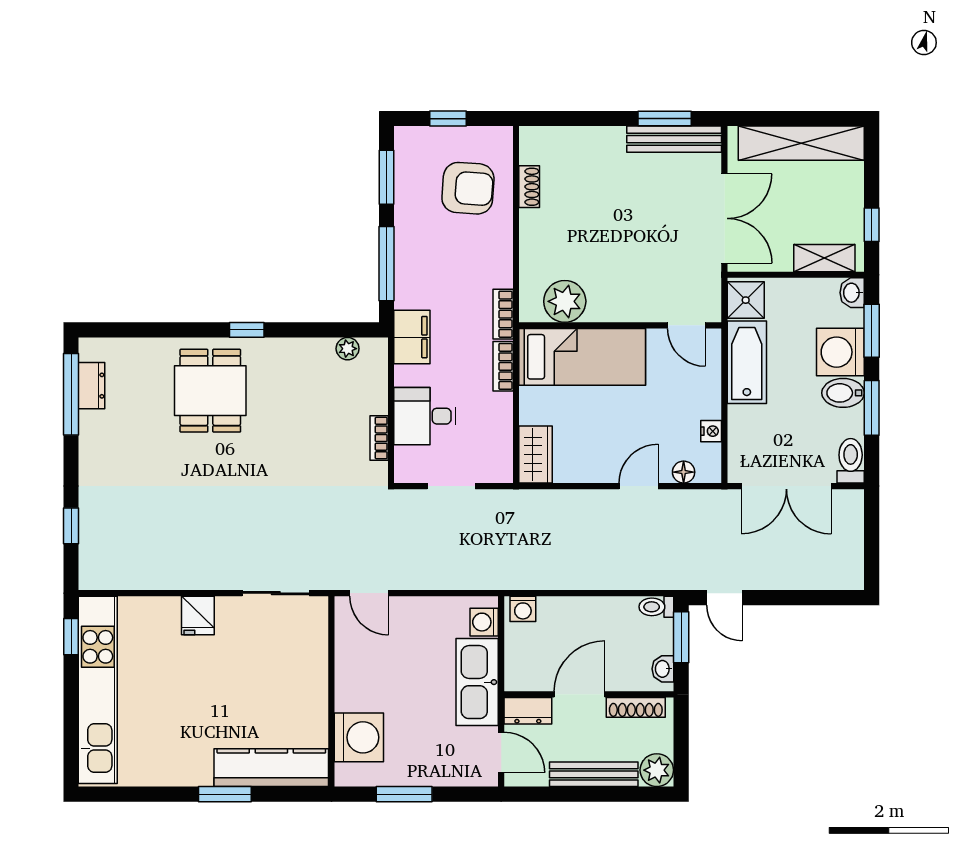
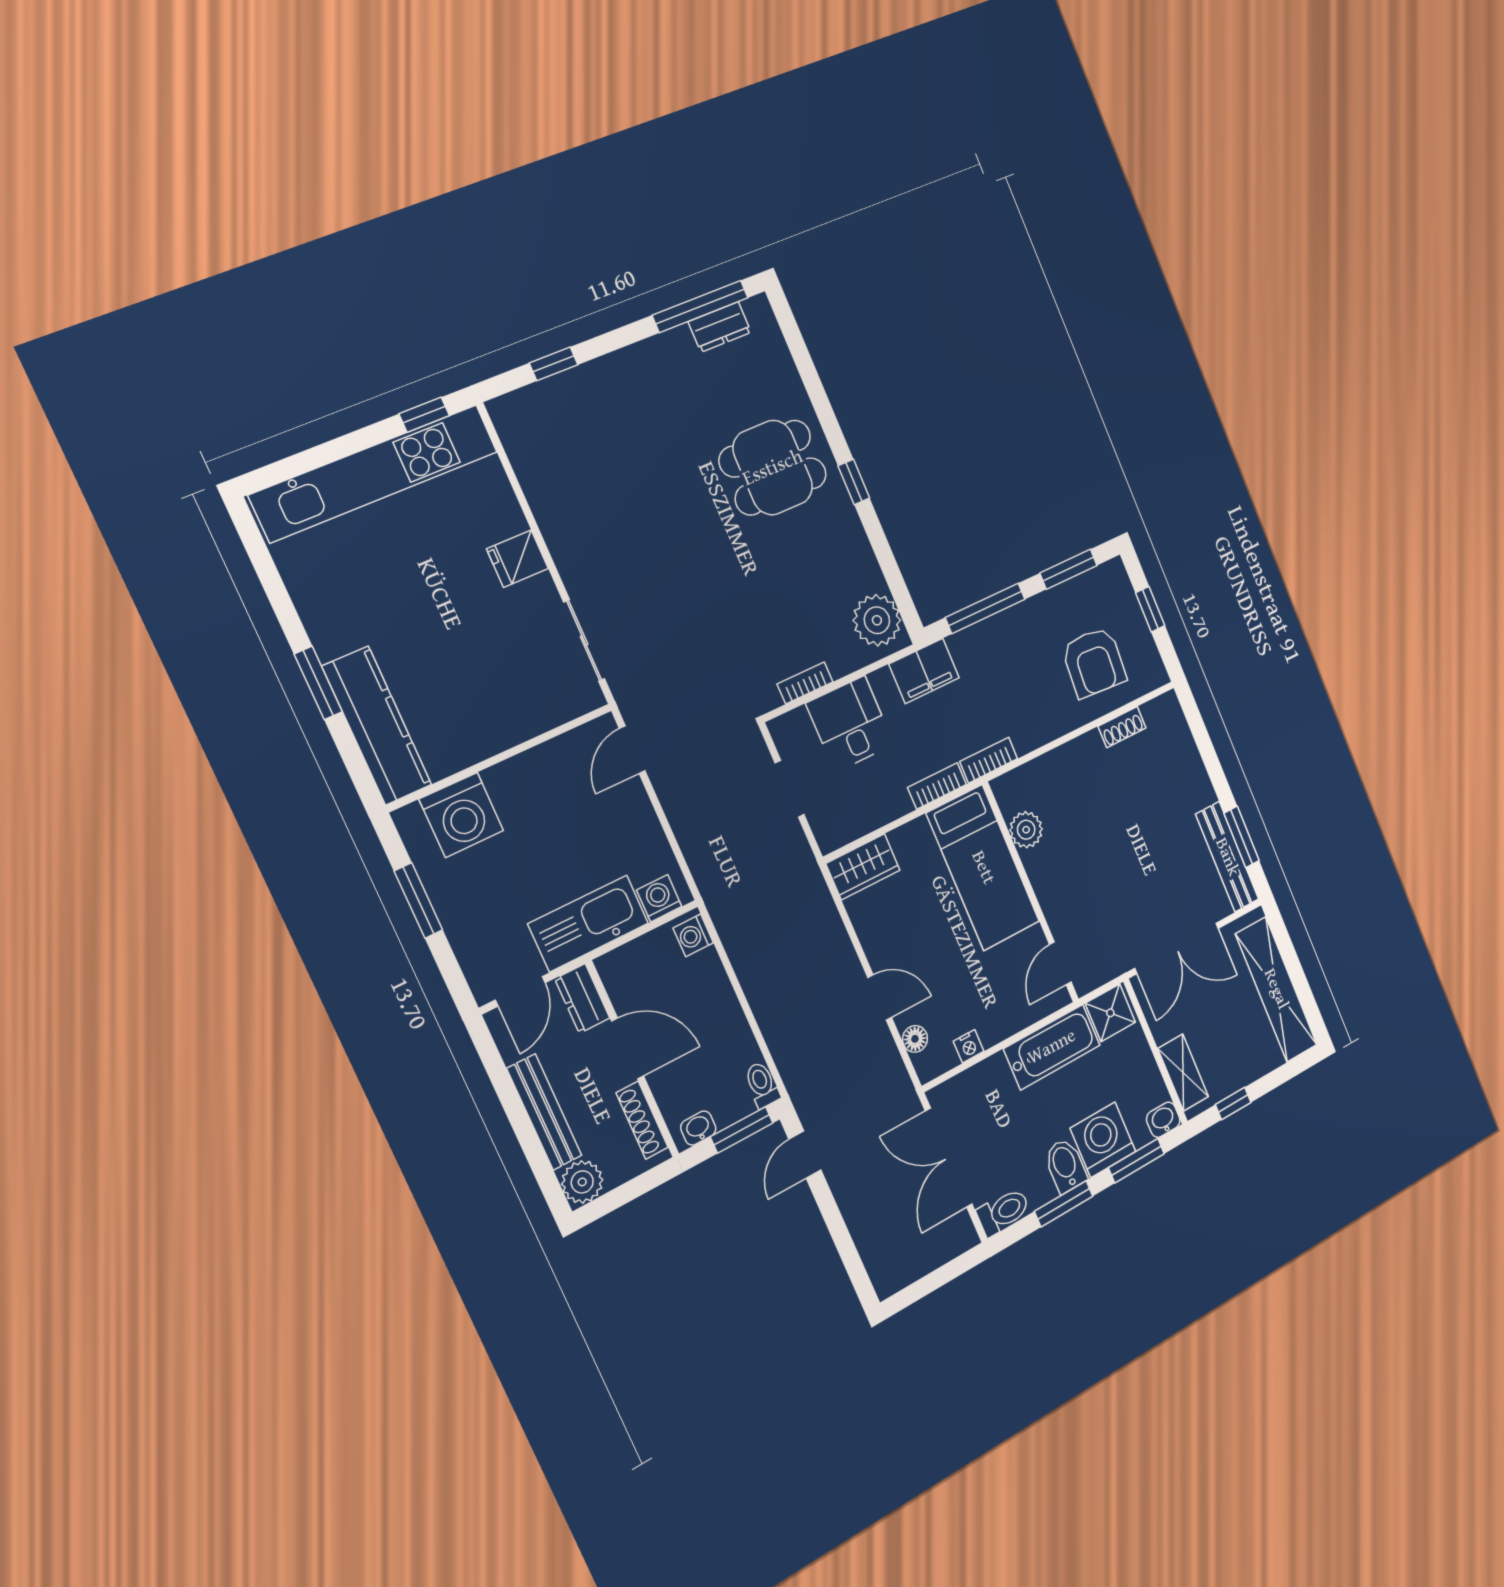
plant: (565, 301) -> (1026, 830), width x0.73, depth x0.73
plant: (348, 349) -> (877, 620), width x1.87, depth x1.87

